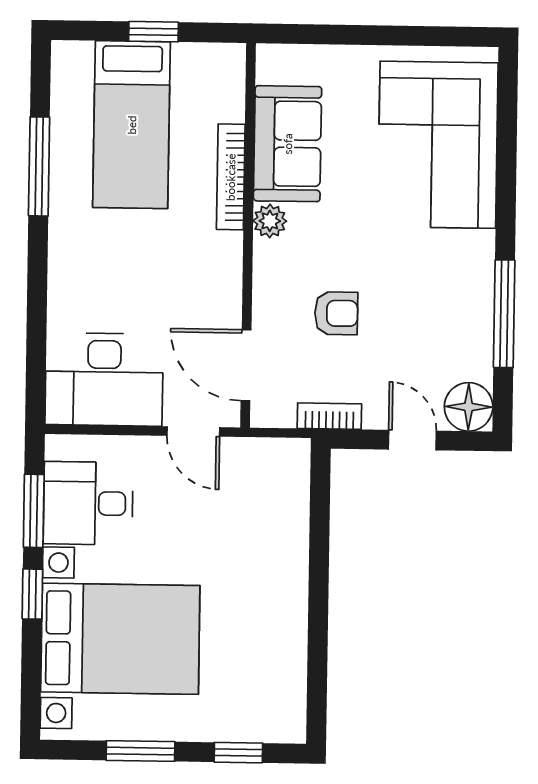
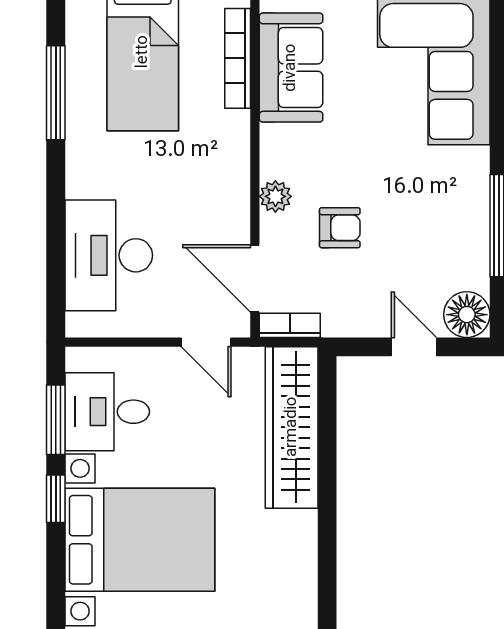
bookcase: (231, 177) -> (238, 58), moved
plant: (270, 221) -> (275, 196), moved
desk: (104, 379) -> (109, 255), moved, turned 90
bookcase: (329, 416) -> (290, 325), moved
wardrobe: (282, 523) -> (292, 427), added

